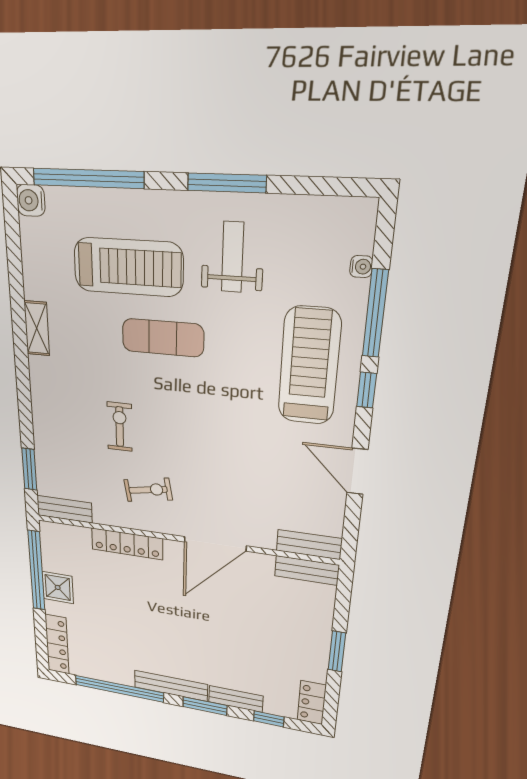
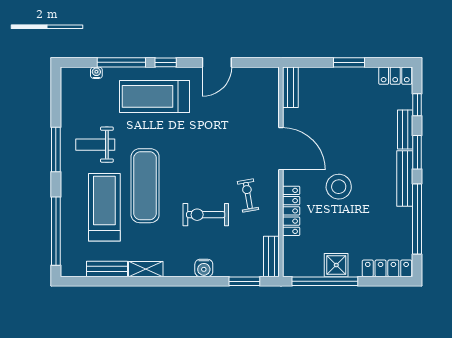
water cooler: (31, 200) -> (204, 268), moved
exercise mat: (163, 338) -> (145, 186), width x1.36, depth x1.45
exercise bike: (120, 427) -> (206, 215), width x1.38, depth x1.39
bench: (309, 545) -> (107, 269), moved, turned 90
stool: (160, 608) -> (339, 187), added

